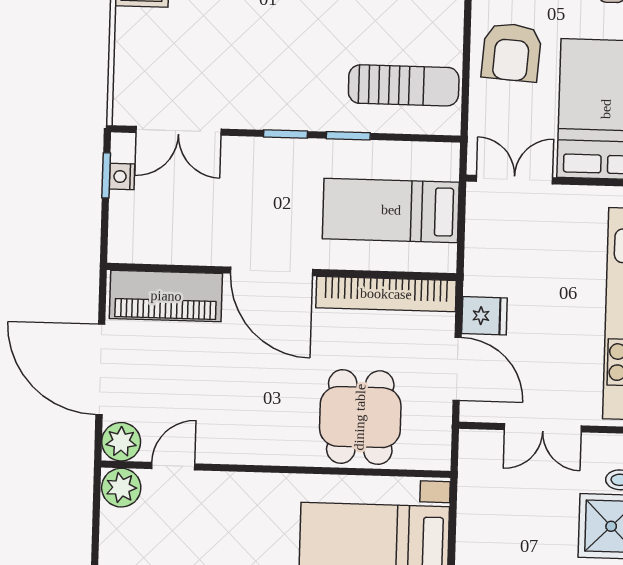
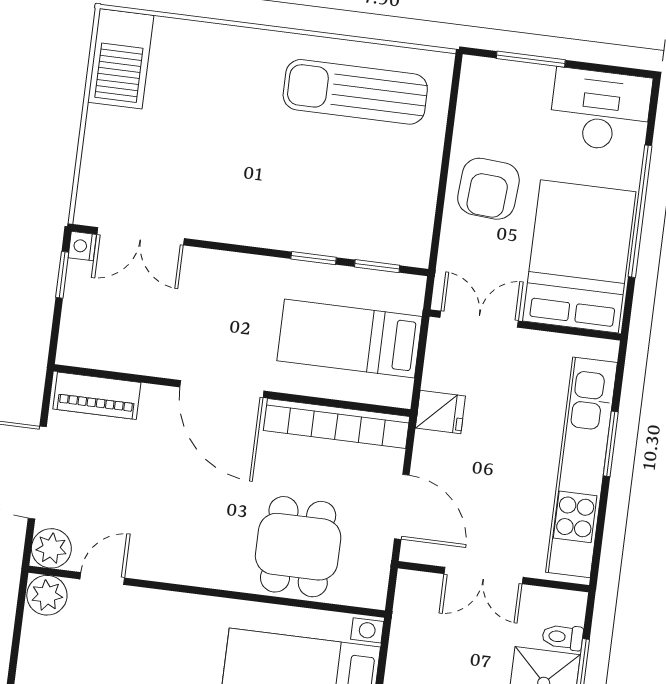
sun lounger: (404, 85) -> (375, 212), removed
window: (286, 134) -> (377, 266), moved
nightstand: (122, 177) -> (82, 246), moved
piano: (166, 296) -> (97, 396), width x0.73, depth x0.75
fridge: (484, 316) -> (440, 412), moved

